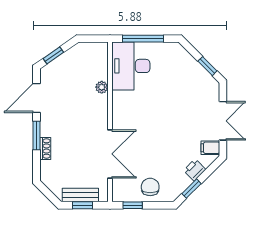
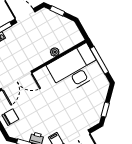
desk: (131, 66) -> (75, 69), width x1.36, depth x1.30

